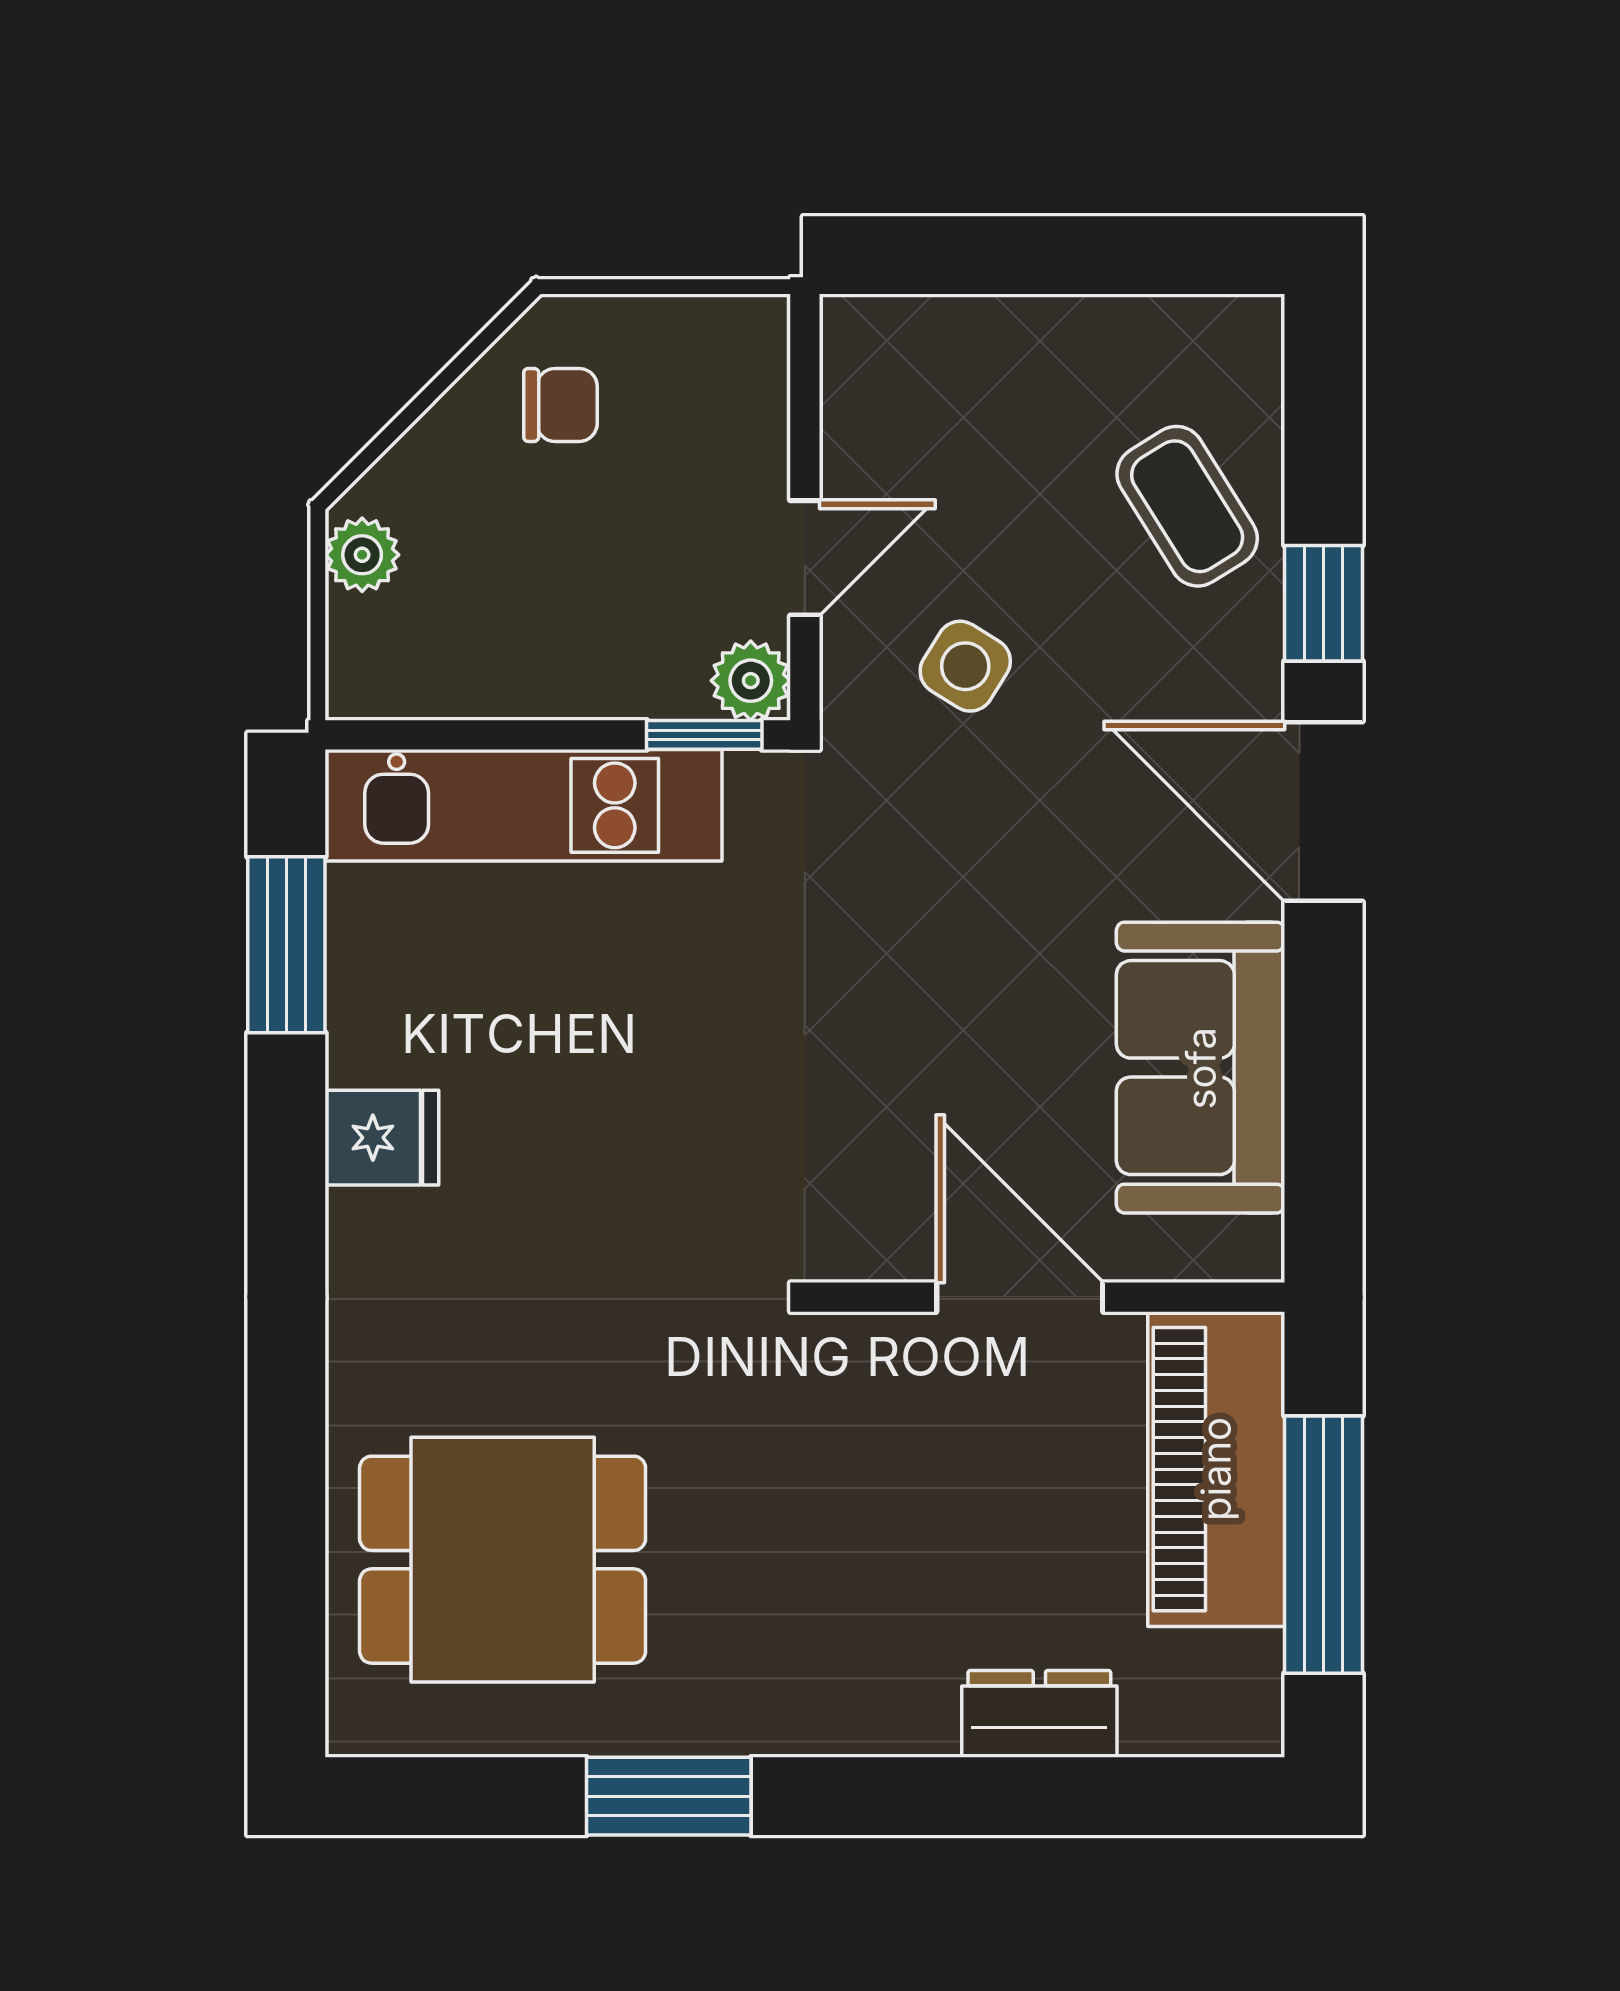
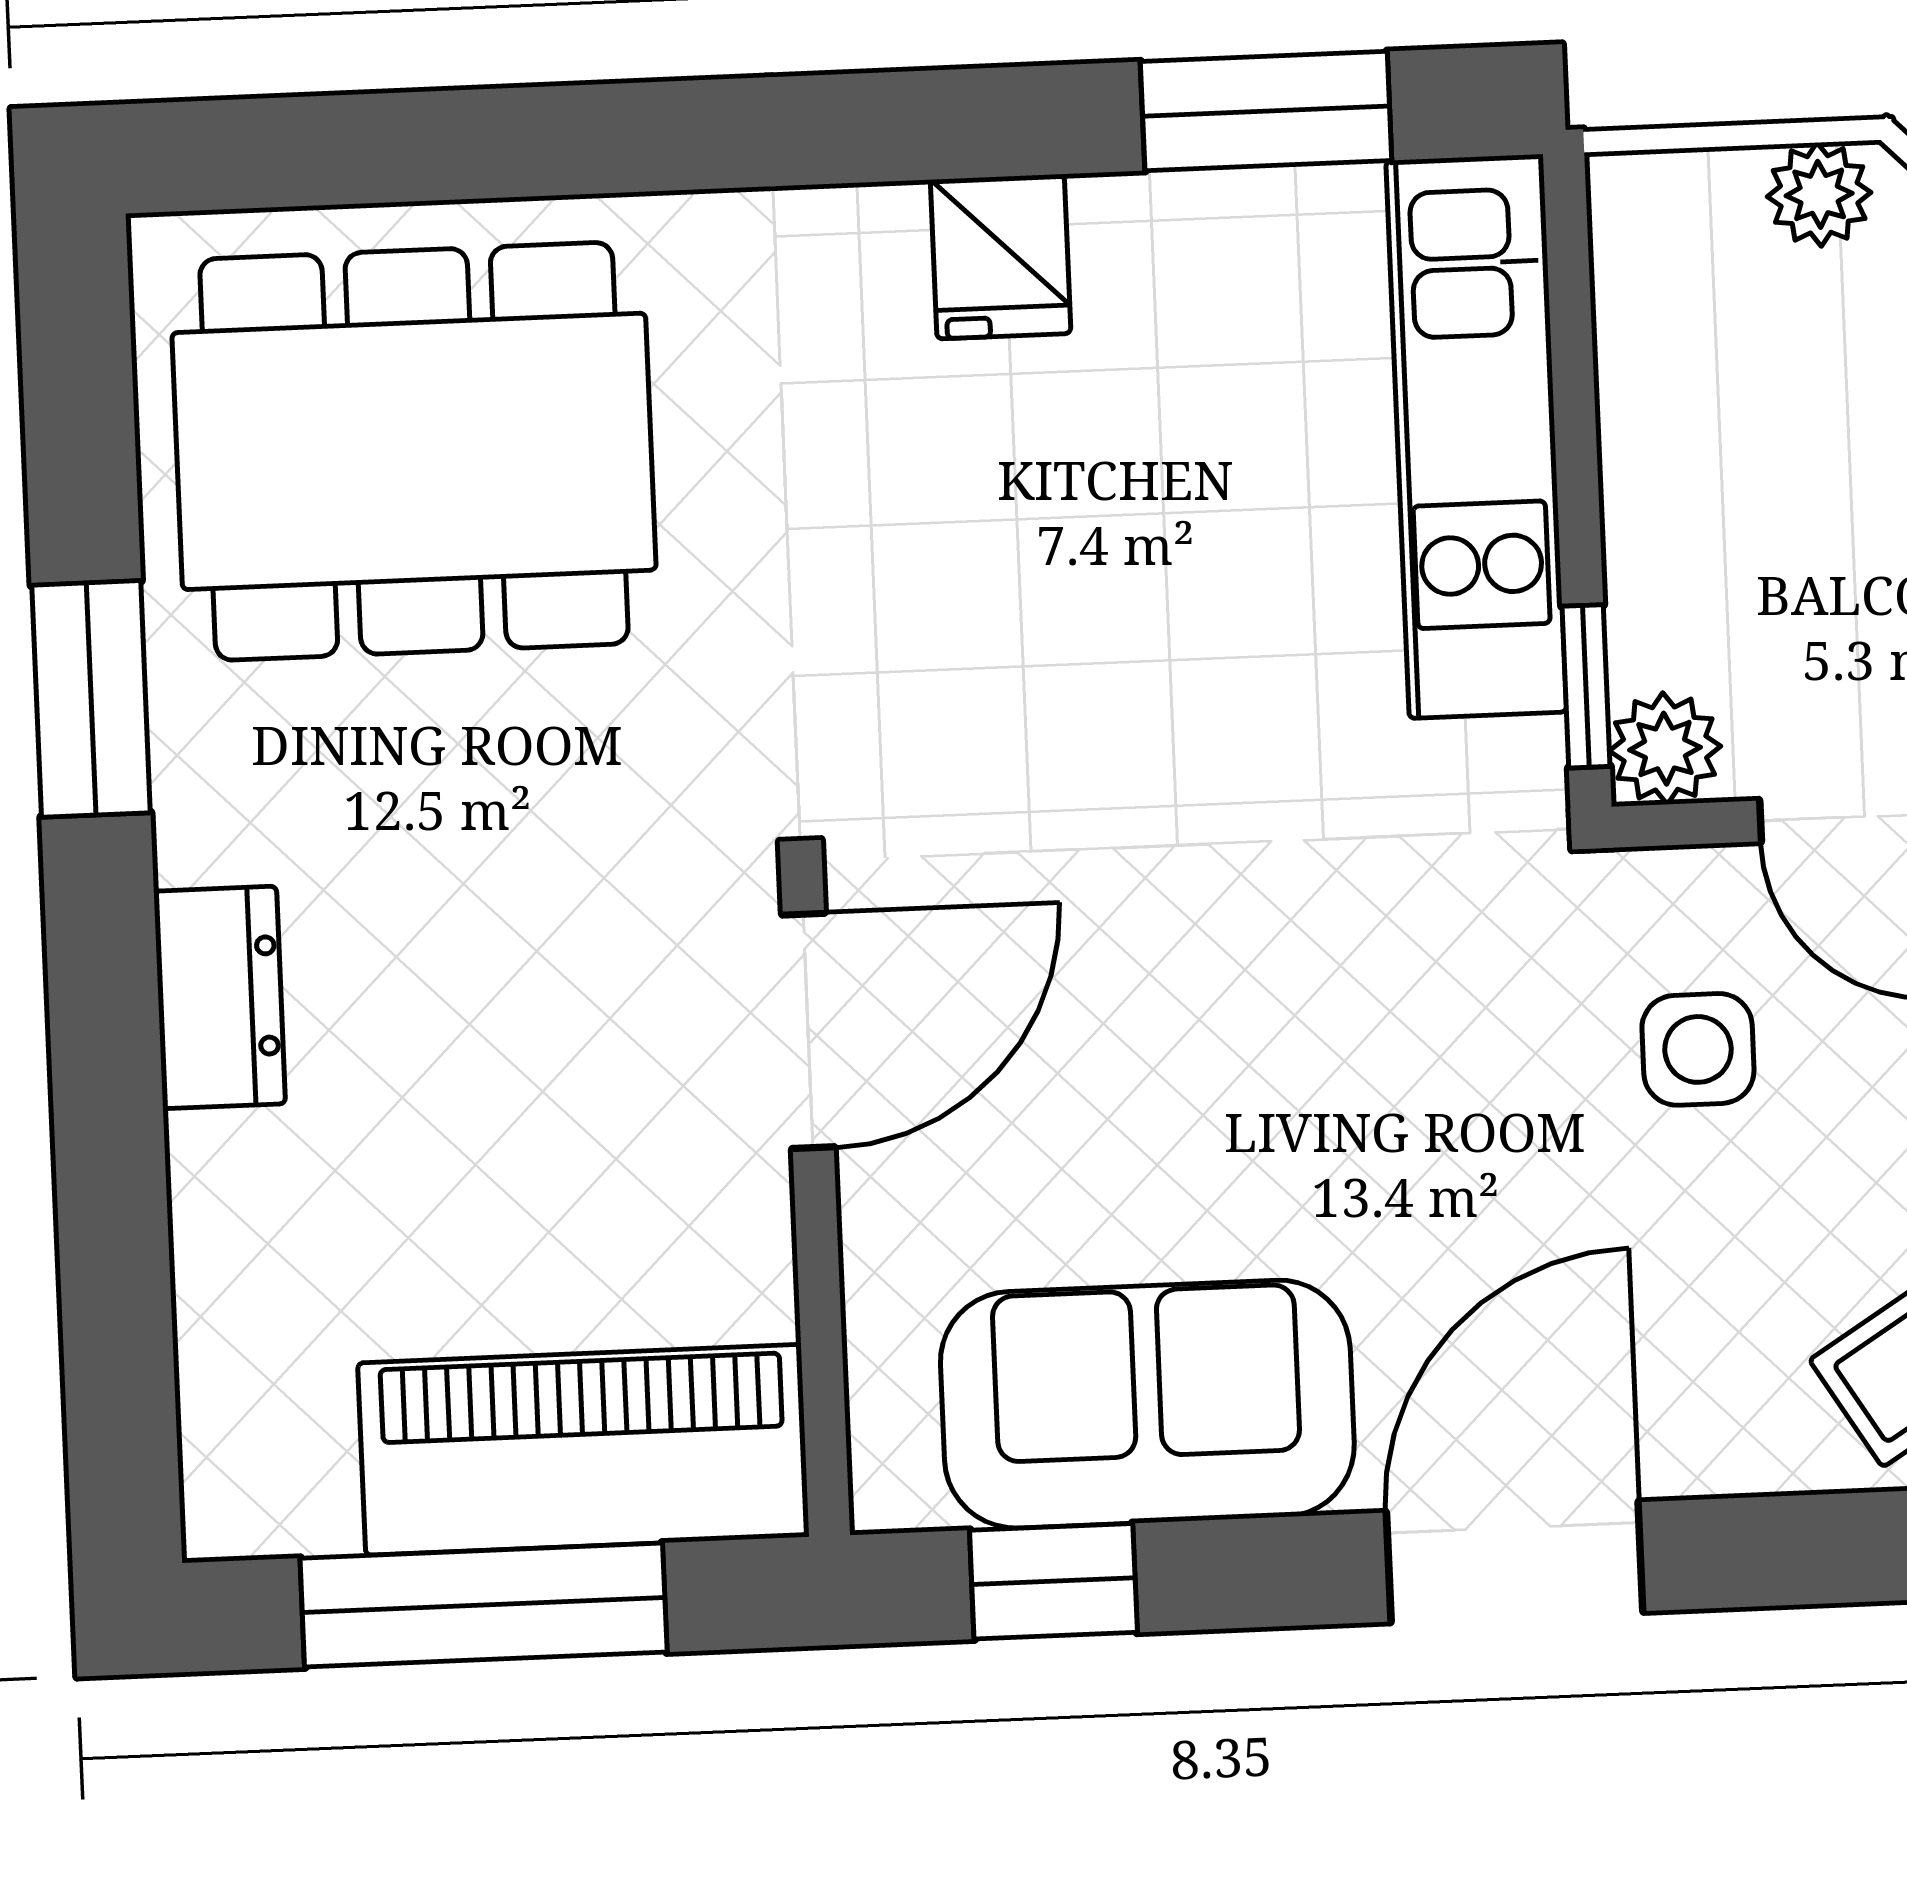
window: (1323, 603) -> (1053, 1581), moved
side table: (965, 666) -> (1698, 1049), turned -32
door: (1020, 1297) -> (808, 1031), moved
dining table: (503, 1560) -> (414, 451), width x1.38
dresser: (1039, 1714) -> (220, 997), moved

